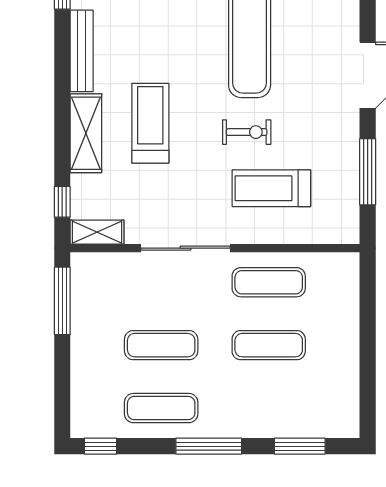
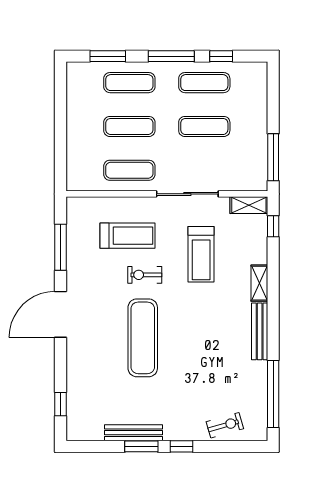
treadmill: (150, 123) -> (201, 254), moved
shelving: (86, 133) -> (259, 283), width x0.67, depth x0.75
exercise mat: (269, 408) -> (129, 83), added
window: (100, 446) -> (221, 56), moved

